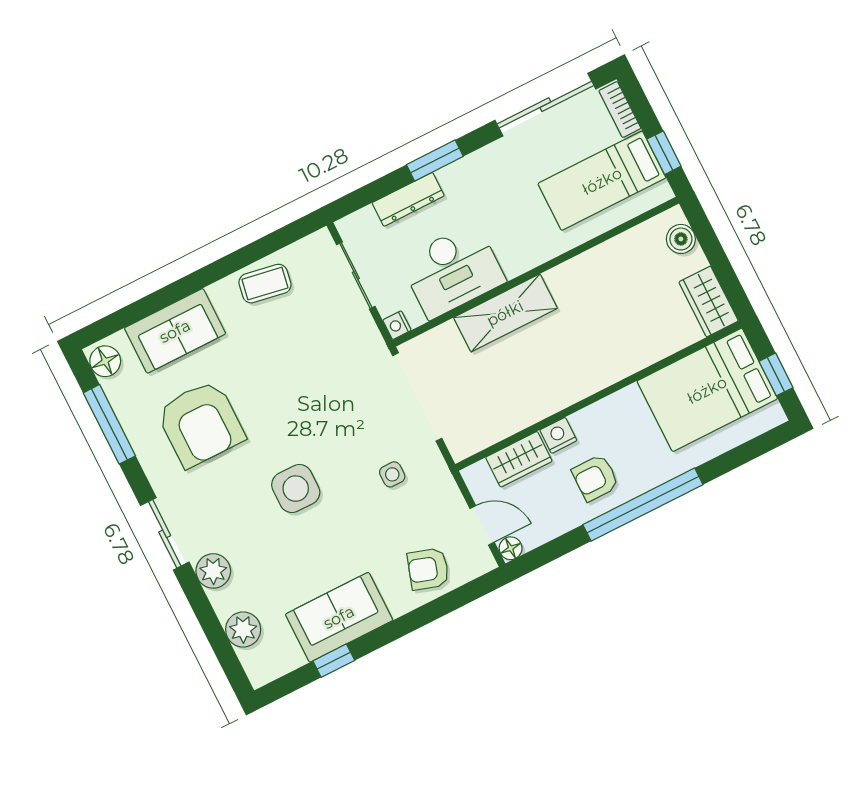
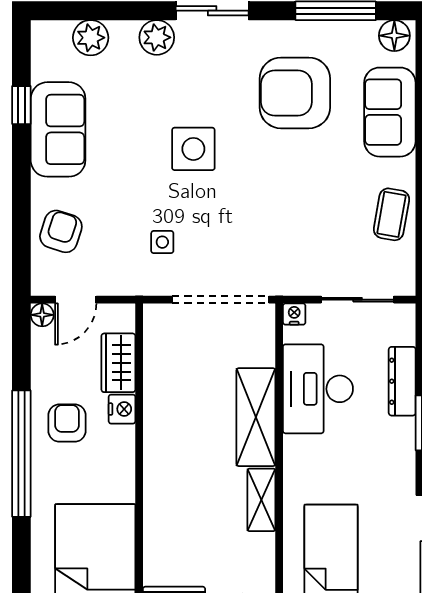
shelving: (576, 271) -> (261, 500), added

